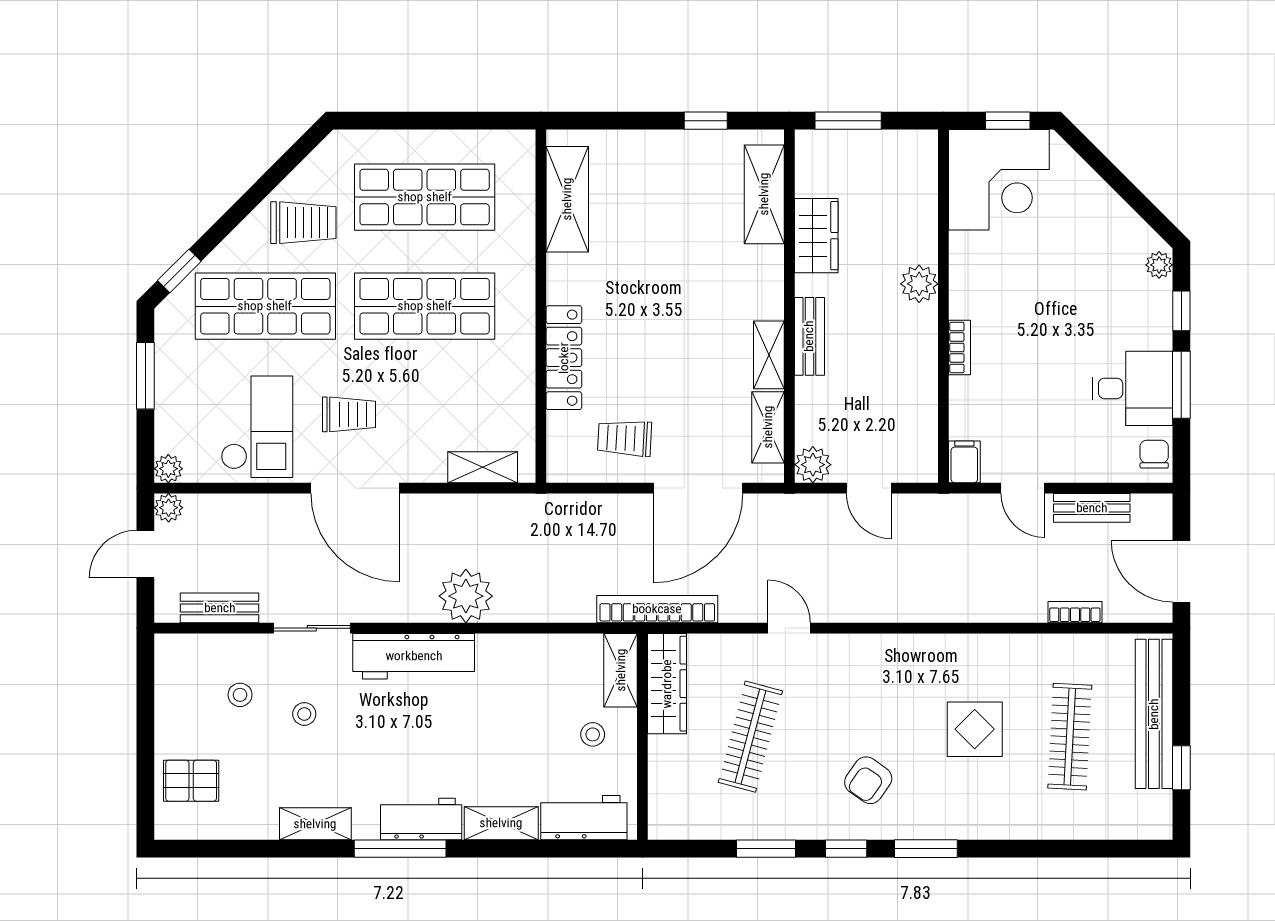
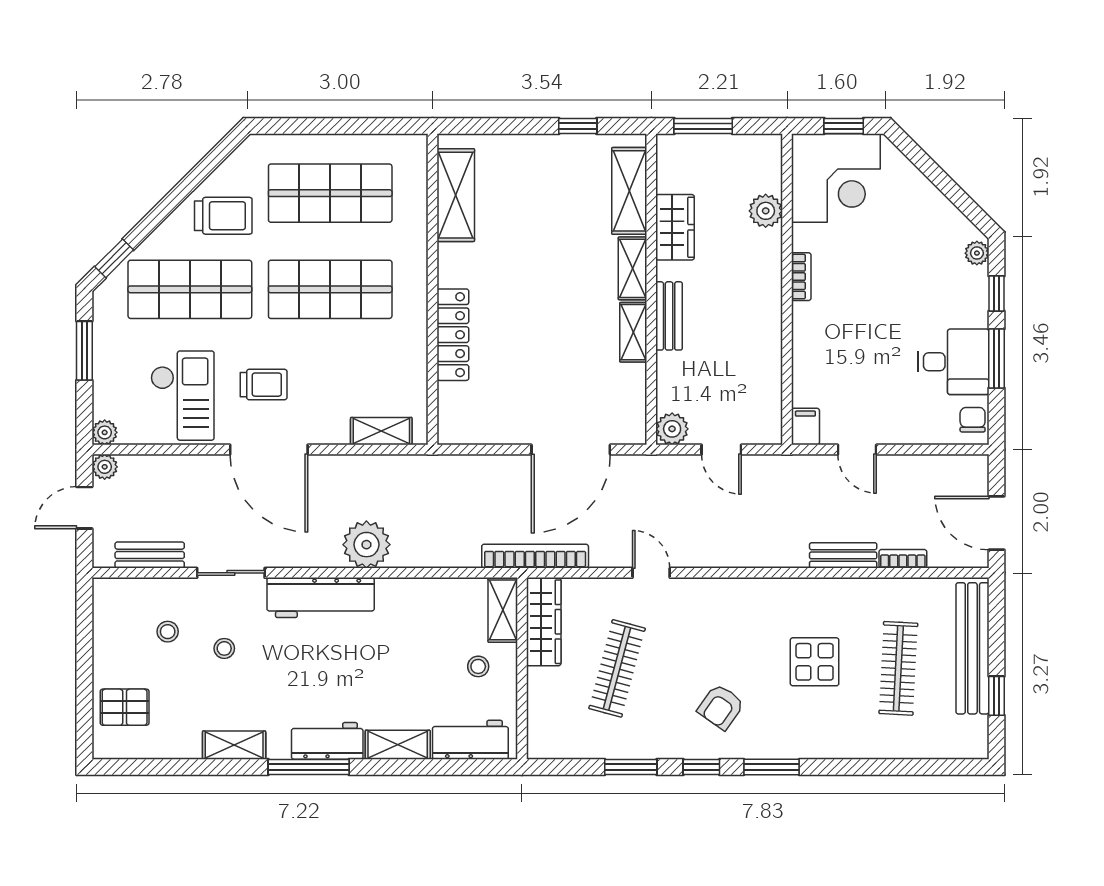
plant: (919, 284) -> (766, 211), moved
bookcase: (959, 347) -> (801, 277), moved
shelving: (768, 427) -> (633, 268), moved
trolley: (625, 438) -> (506, 406), removed
bench: (1092, 508) -> (843, 555), moved

